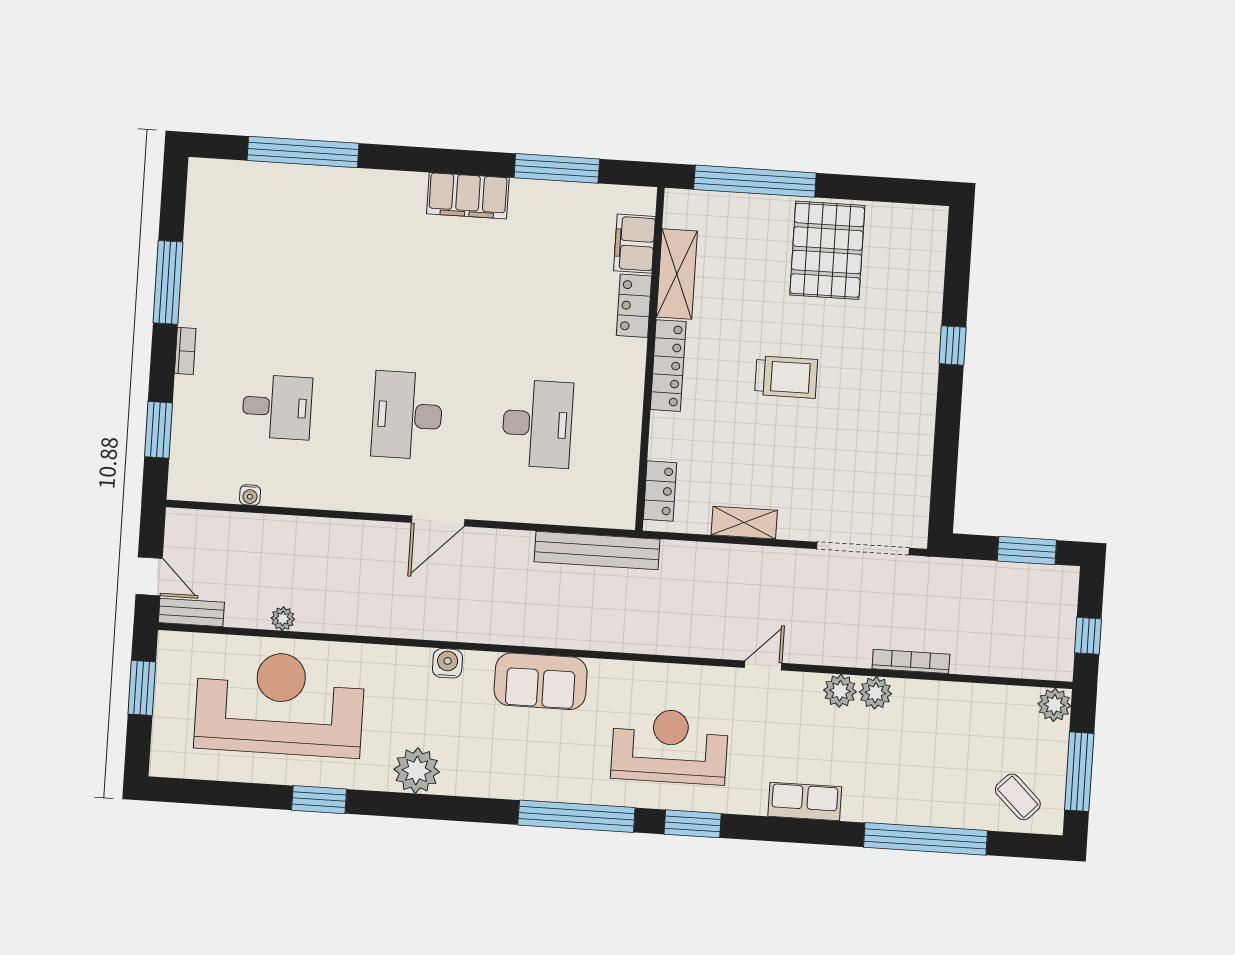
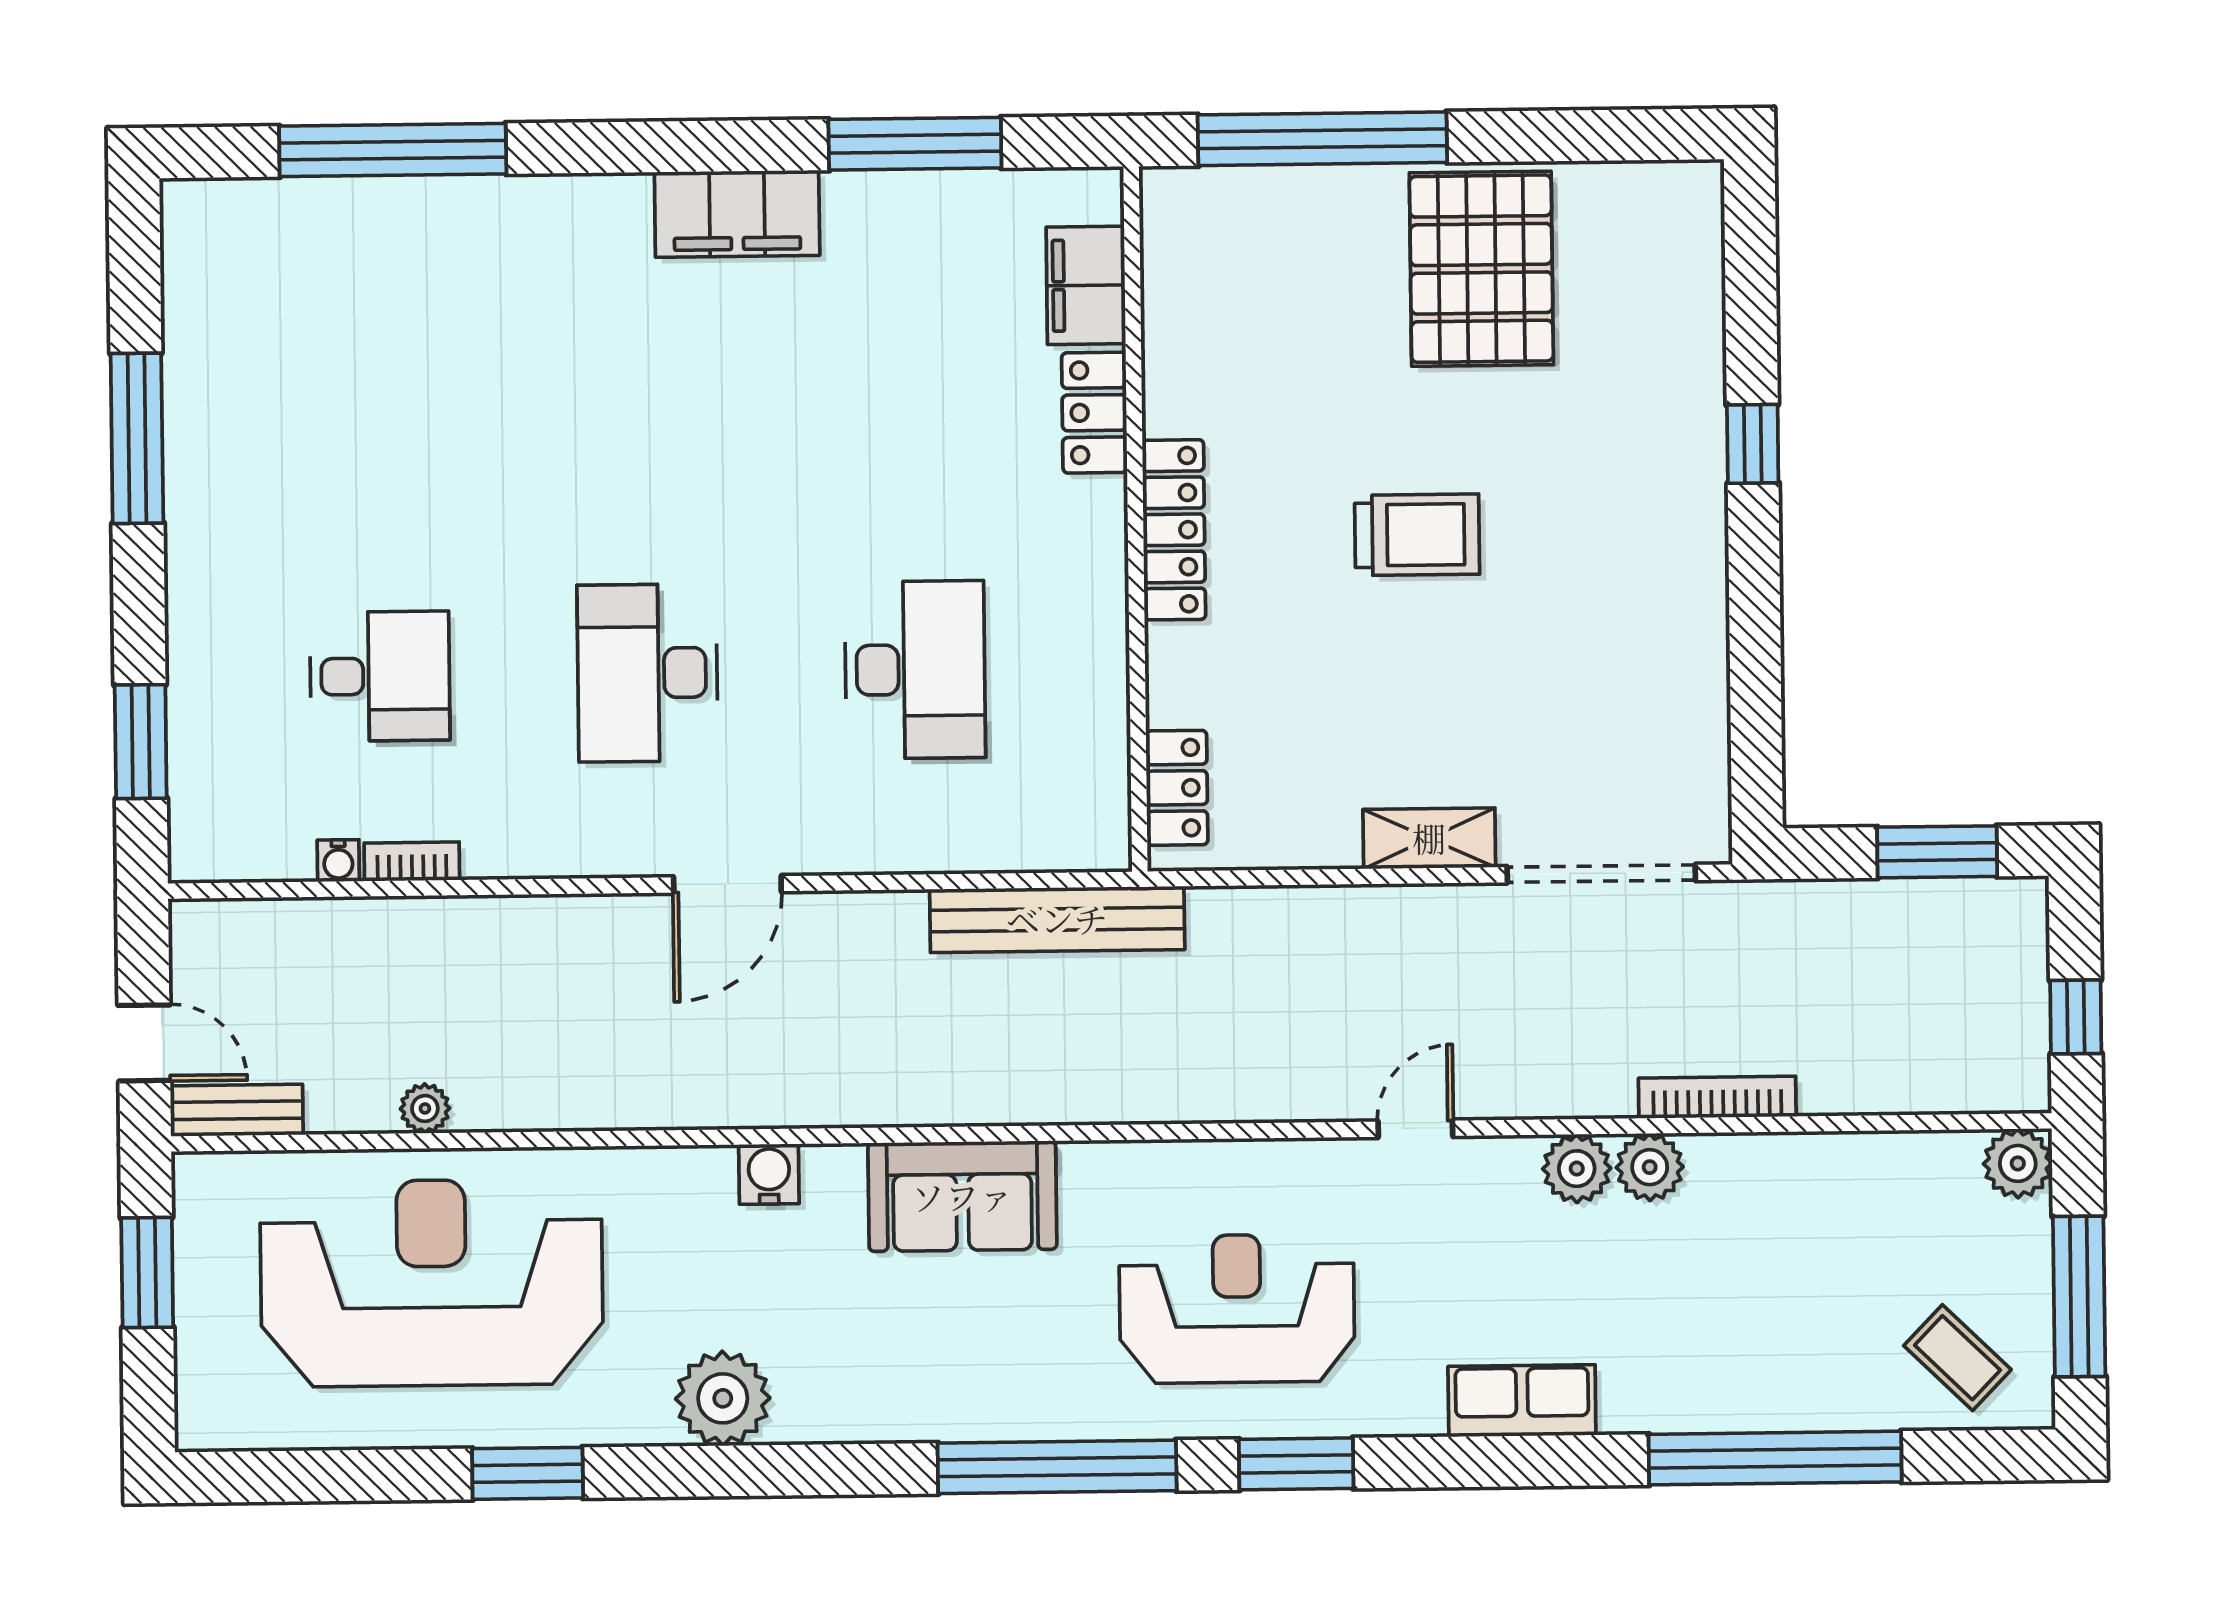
shelving: (677, 274) -> (1177, 341), removed
bookcase: (185, 351) -> (412, 861), moved, turned -90
shelving: (744, 523) -> (1429, 838), moved

